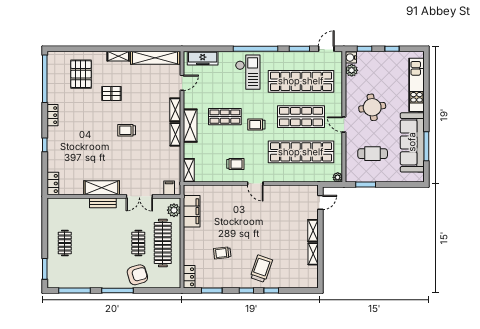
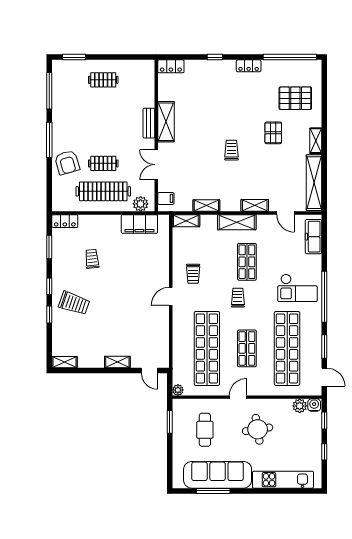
shop shelf: (301, 117) -> (247, 348), width x0.70, depth x0.74
shelving: (175, 134) -> (206, 205), moved
shelving: (313, 254) -> (64, 362), moved

